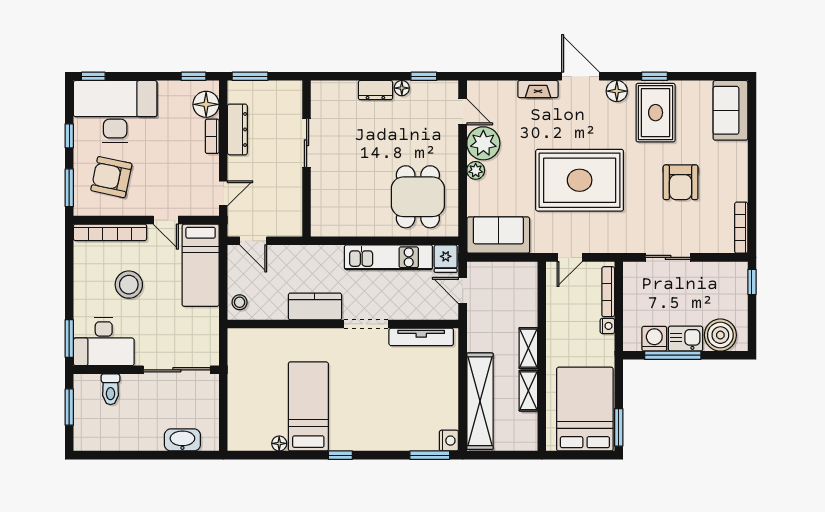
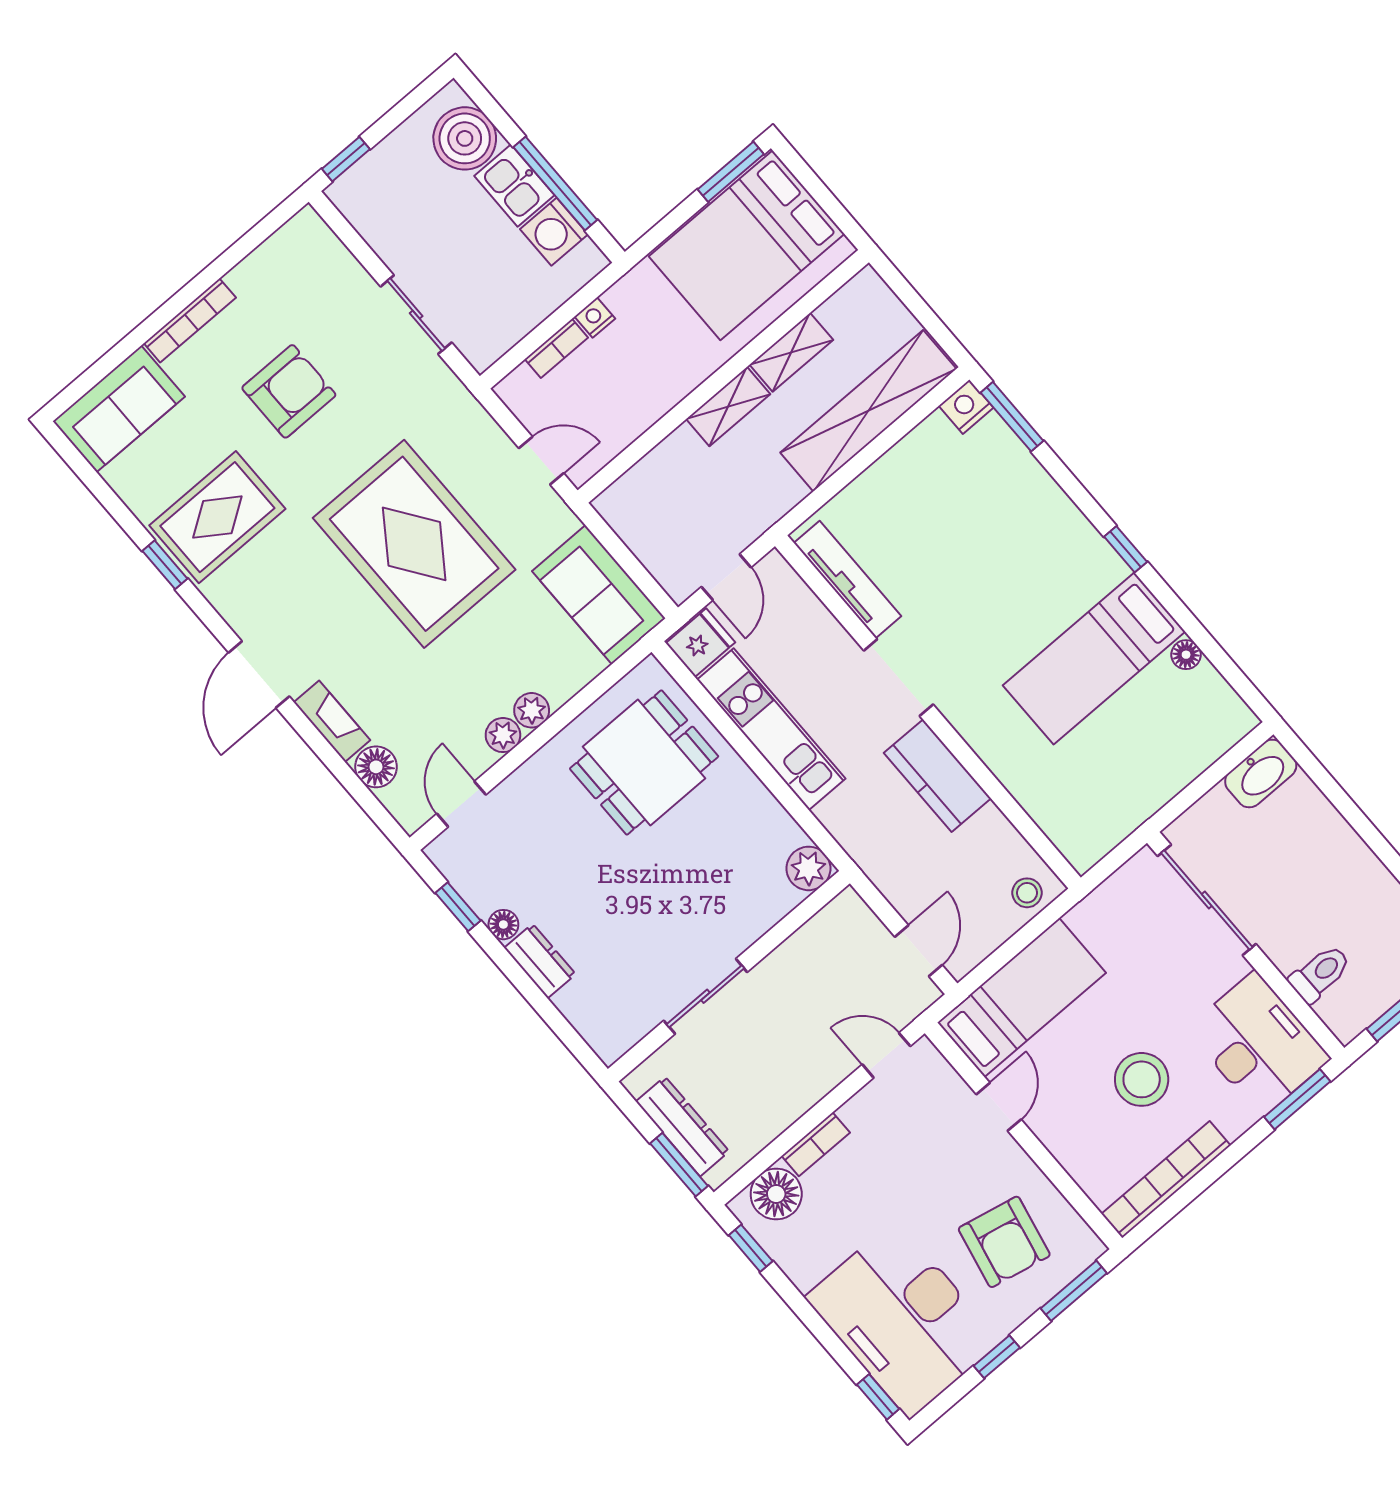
floor lamp: (617, 91) -> (376, 767), moved
dresser: (237, 129) -> (683, 1126), moved, turned 90
plant: (483, 143) -> (503, 735), width x0.53, depth x0.53
plant: (322, 225) -> (808, 868), added
bookcase: (741, 228) -> (190, 320), moved
bookcase: (110, 232) -> (1166, 1180), moved, turned -90
bookcase: (608, 292) -> (556, 348), width x0.64
washbasin: (182, 440) -> (1261, 773), moved, turned -90

